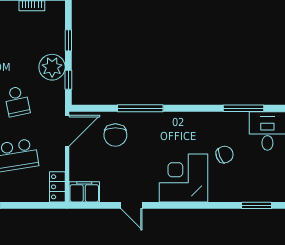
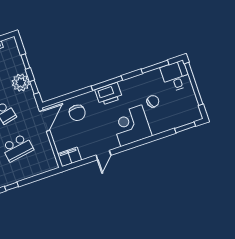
window: (140, 108) -> (107, 83), moved
printer: (167, 124) -> (109, 94), added
locker: (57, 187) -> (51, 160), removed
door: (132, 205) -> (103, 155), hinge flipped

